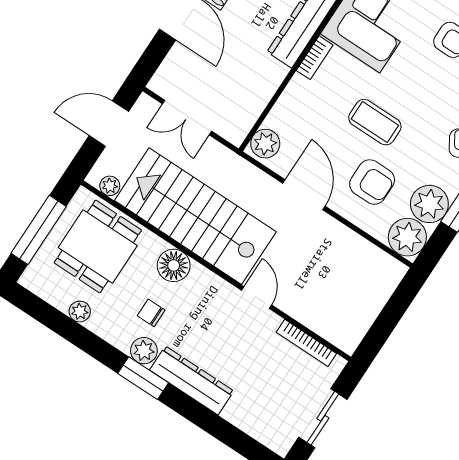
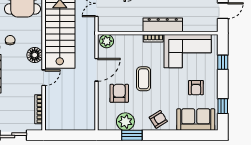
armchair: (372, 182) -> (119, 93), turned 180
plant: (407, 237) -> (107, 122), removed
floor lamp: (174, 265) -> (35, 55), moved

